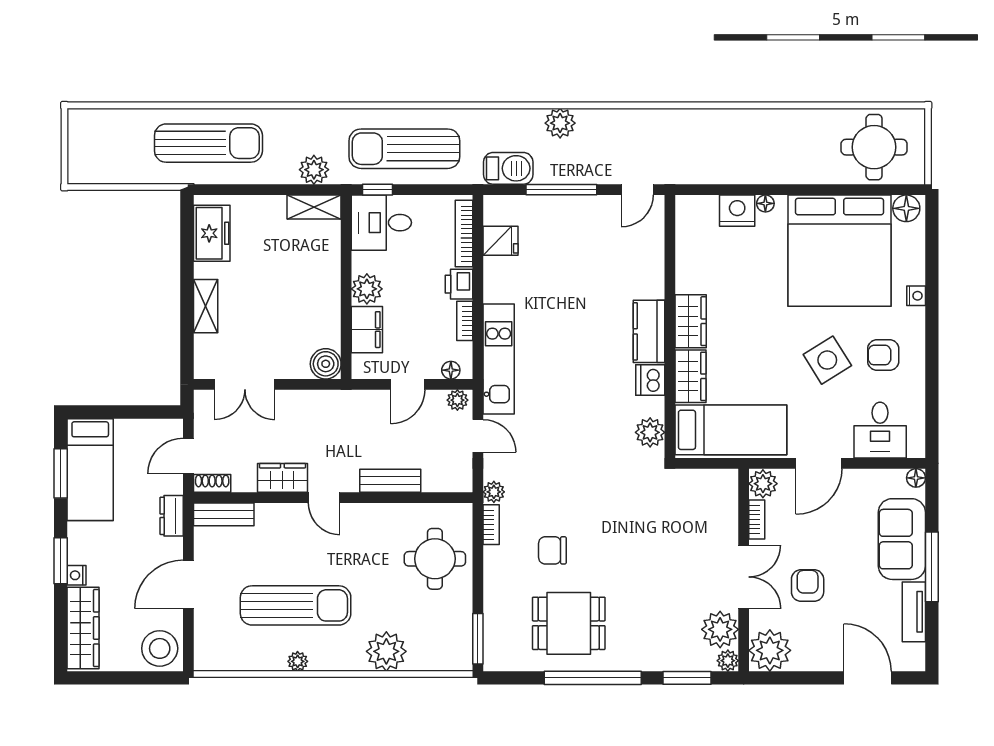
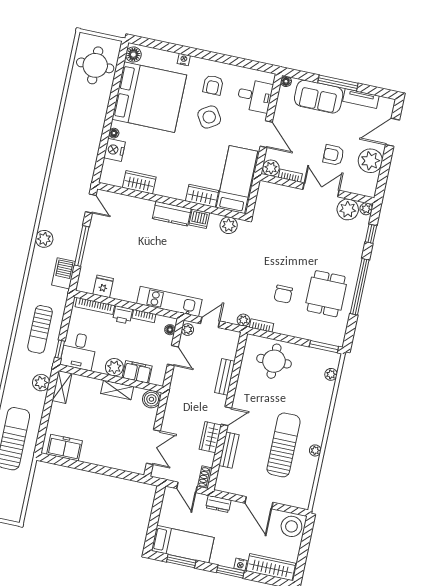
sun lounger: (404, 149) -> (40, 329), width x0.73, depth x0.75
shelving: (206, 306) -> (117, 390), moved
wardrobe: (691, 321) -> (139, 182), moved
bench: (224, 514) -> (229, 450), moved
plant: (770, 650) -> (370, 161), moved
plant: (386, 651) -> (331, 374), moved, width x0.53, depth x0.53
window: (687, 678) -> (371, 234), width x0.67

